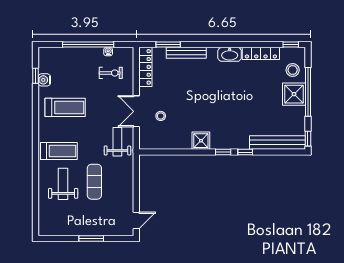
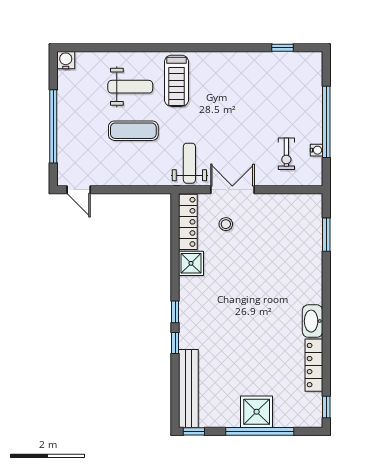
bench: (186, 53) -> (315, 260), removed
locker: (145, 67) -> (188, 222), moved, turned -90
stool: (293, 70) -> (290, 410), removed
water cooler: (44, 80) -> (66, 60), moved
treadmill: (65, 107) -> (238, 90), removed
shower: (201, 141) -> (191, 263), moved
weight bench: (117, 142) -> (189, 163), turned -90
window: (91, 239) -> (53, 126), width x2.11

